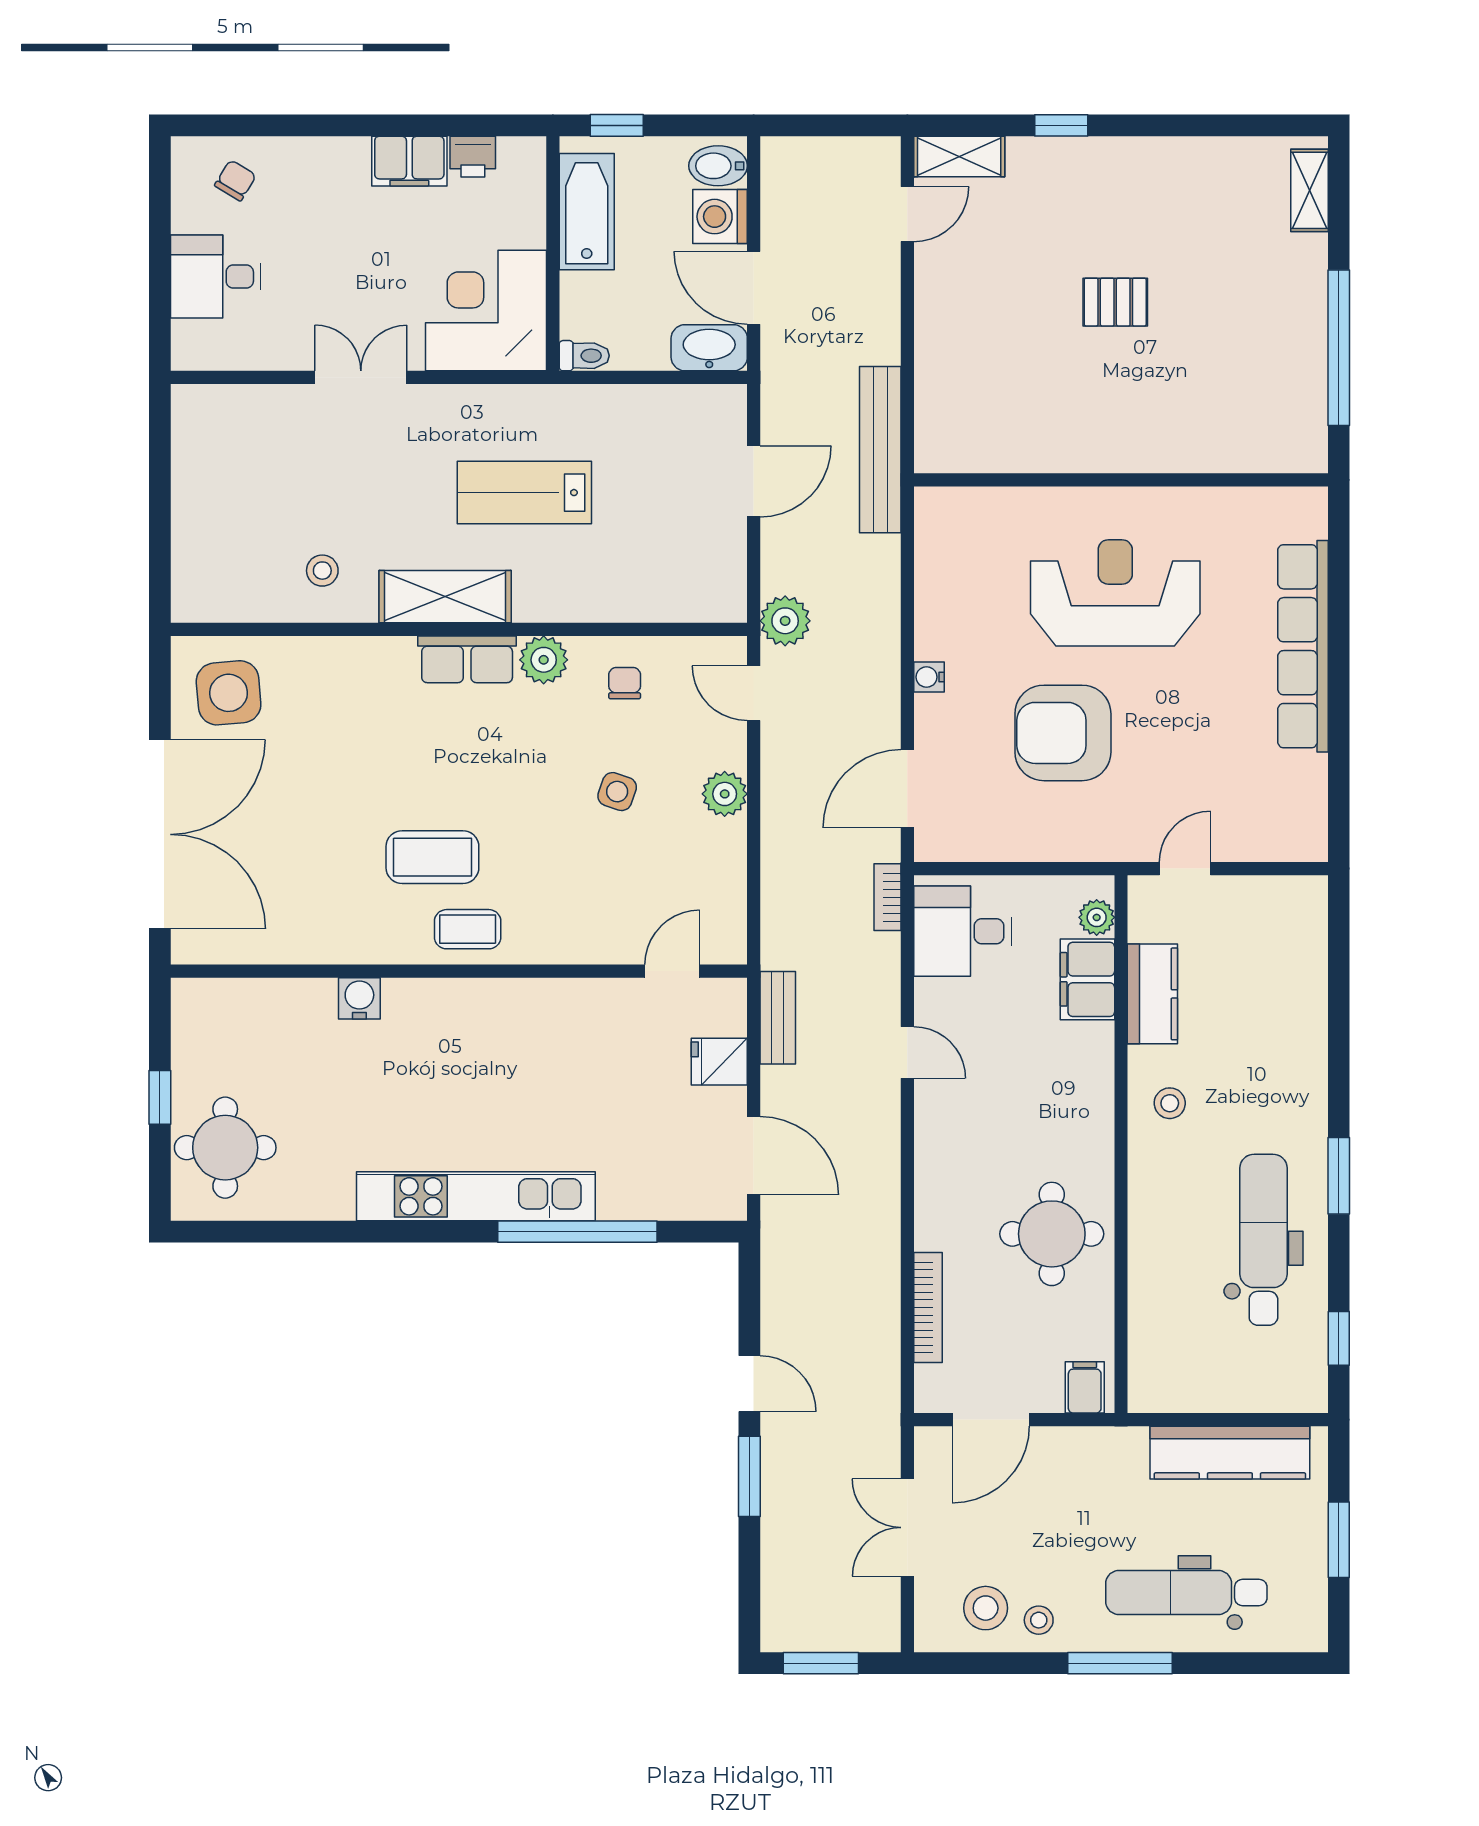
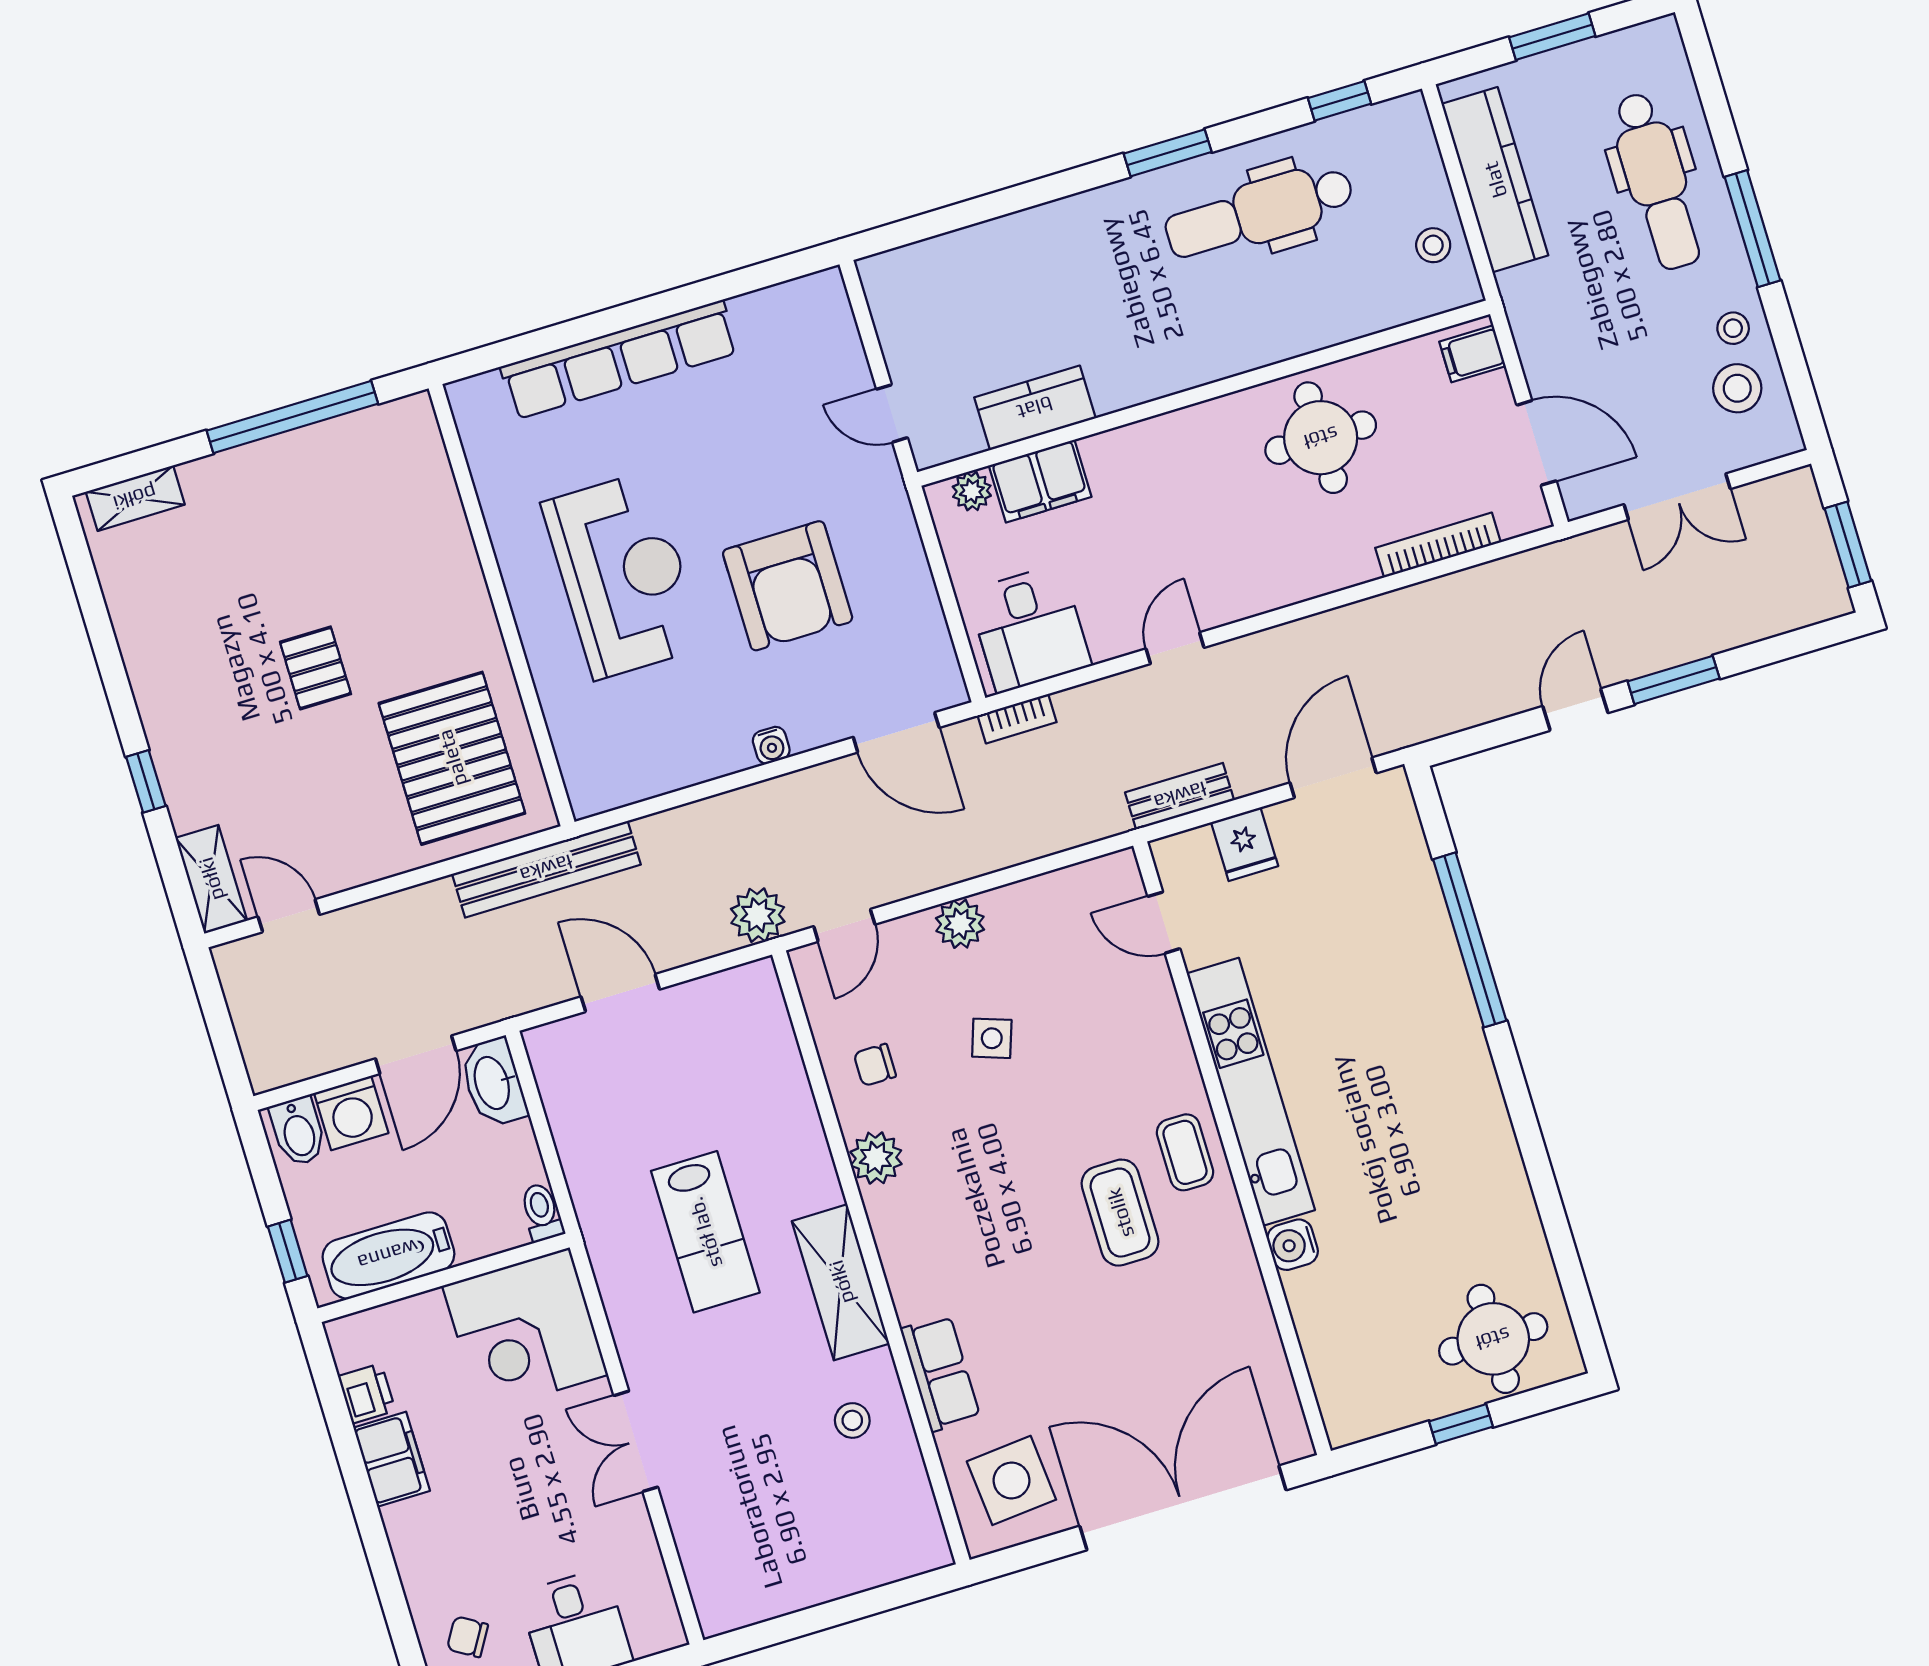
pallet: (1001, 397) -> (452, 758), added
reception desk: (1115, 593) -> (623, 575), turned 180
row of seats: (467, 659) -> (940, 1373), moved
stool: (1170, 1103) -> (1433, 245), moved
kitchen unit: (476, 1196) -> (1251, 1092), moved, turned 180

